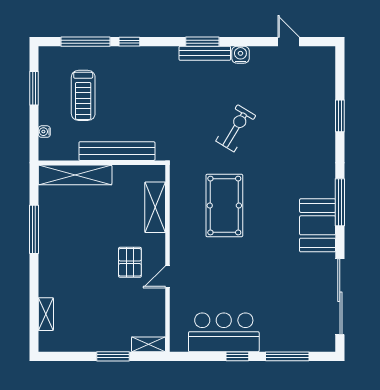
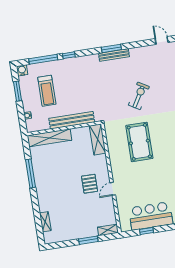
water cooler: (240, 55) -> (22, 70), moved
shelving: (155, 207) -> (98, 139), moved
window: (237, 356) -> (147, 231), moved

